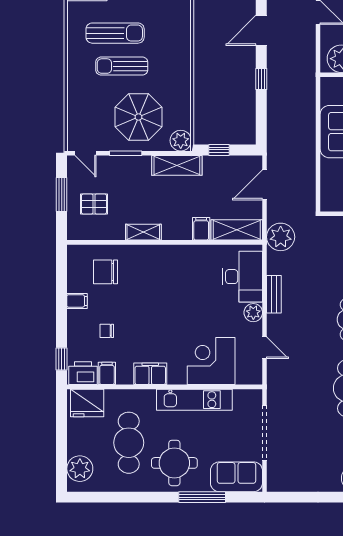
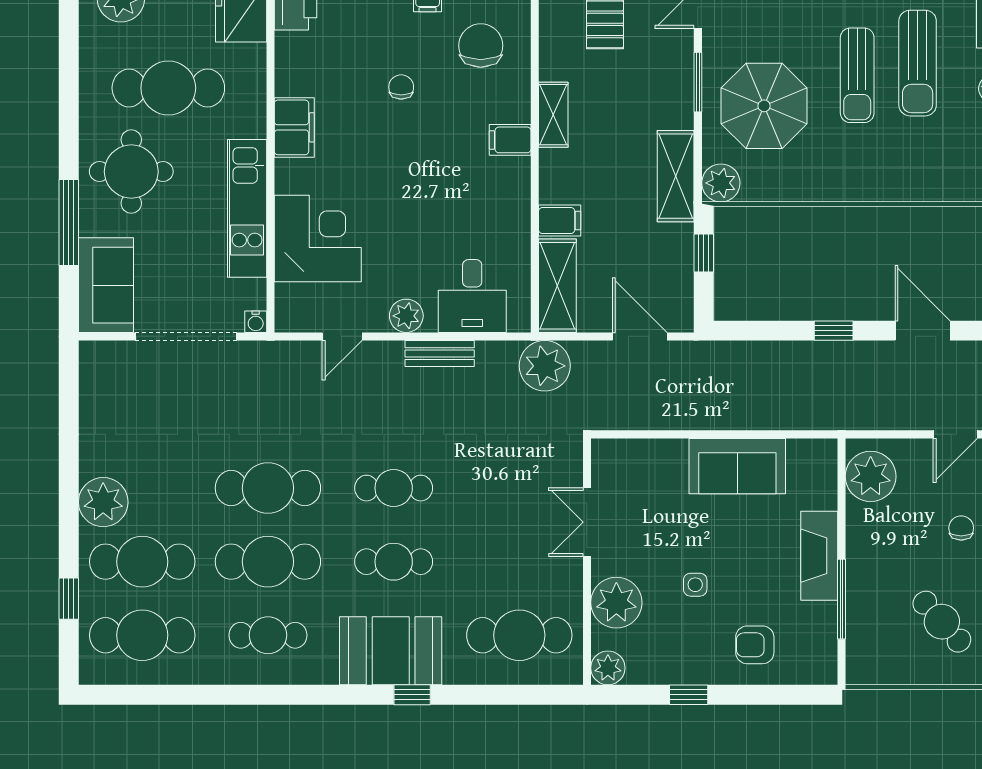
sun lounger: (122, 66) -> (857, 75), turned 180
desk: (242, 277) -> (472, 296), width x0.73
chair: (107, 331) -> (401, 87), moved
filing cabinet: (107, 373) -> (510, 140), moved, turned 180
water cooler: (257, 395) -> (256, 322), added

